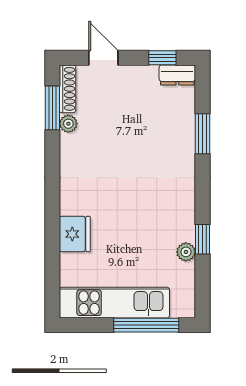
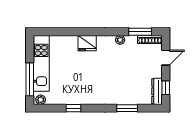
dresser: (177, 75) -> (157, 91), width x1.44
plant: (68, 124) -> (120, 40), moved
fridge: (75, 234) -> (87, 43), moved
plant: (186, 252) -> (41, 100), moved

